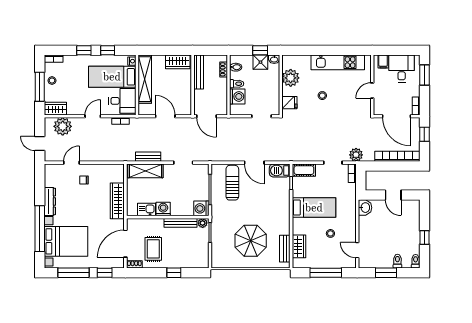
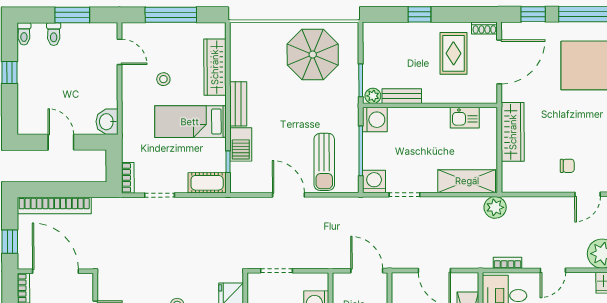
plant: (356, 155) -> (495, 207), moved
bench: (148, 157) -> (462, 204), removed
barbecue: (280, 170) -> (241, 144), moved, turned 90
washing machine: (163, 209) -> (374, 182), moved, turned 180
bench: (181, 223) -> (402, 96), width x0.73
parasol: (251, 241) -> (313, 54), moved
wardrobe: (299, 246) -> (215, 67), width x1.50
bench: (285, 249) -> (238, 104), moved

